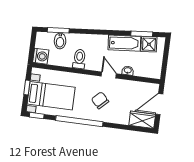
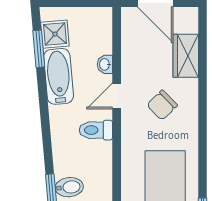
toilet: (79, 59) -> (96, 130), moved
wardrobe: (142, 120) -> (186, 56), moved
window: (79, 121) -> (203, 136), removed

